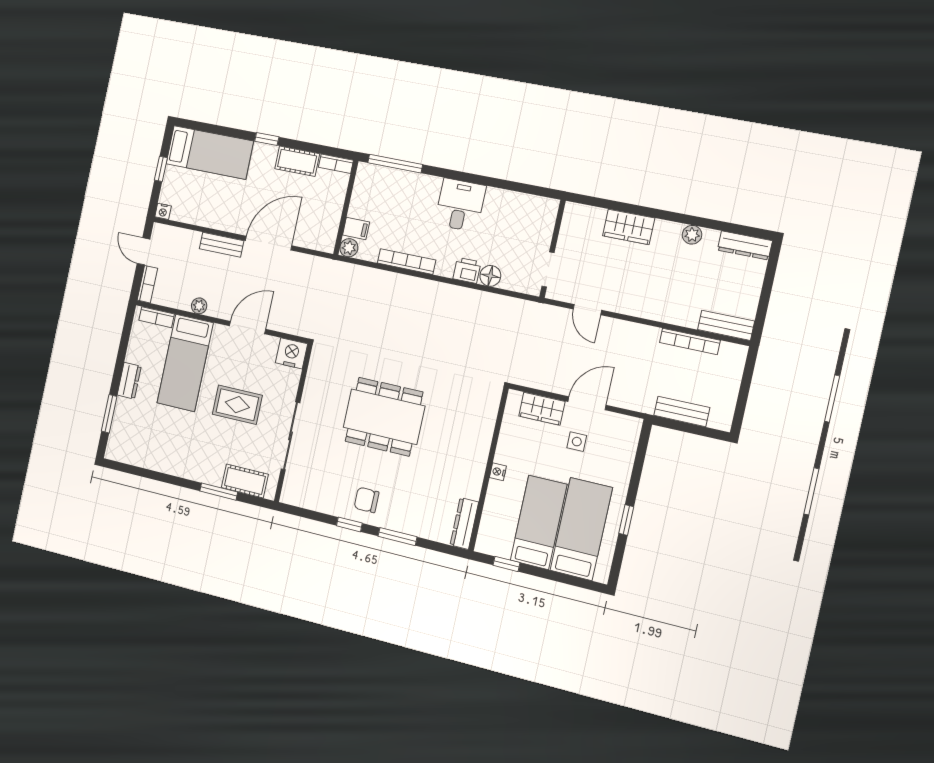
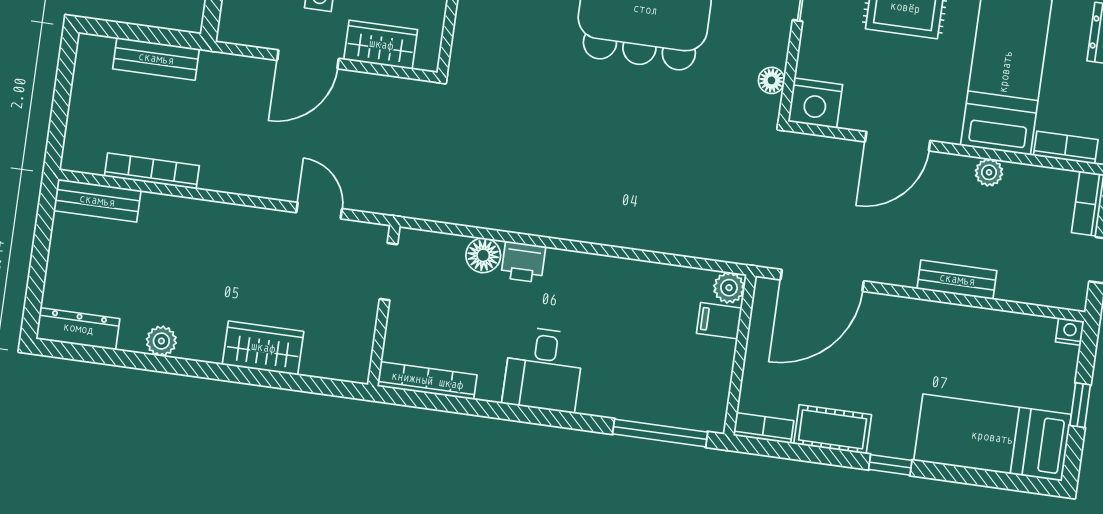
door: (269, 243) -> (822, 280), moved
bookcase: (407, 262) -> (427, 381), moved, turned 180
floor lamp: (315, 369) -> (771, 80), added

